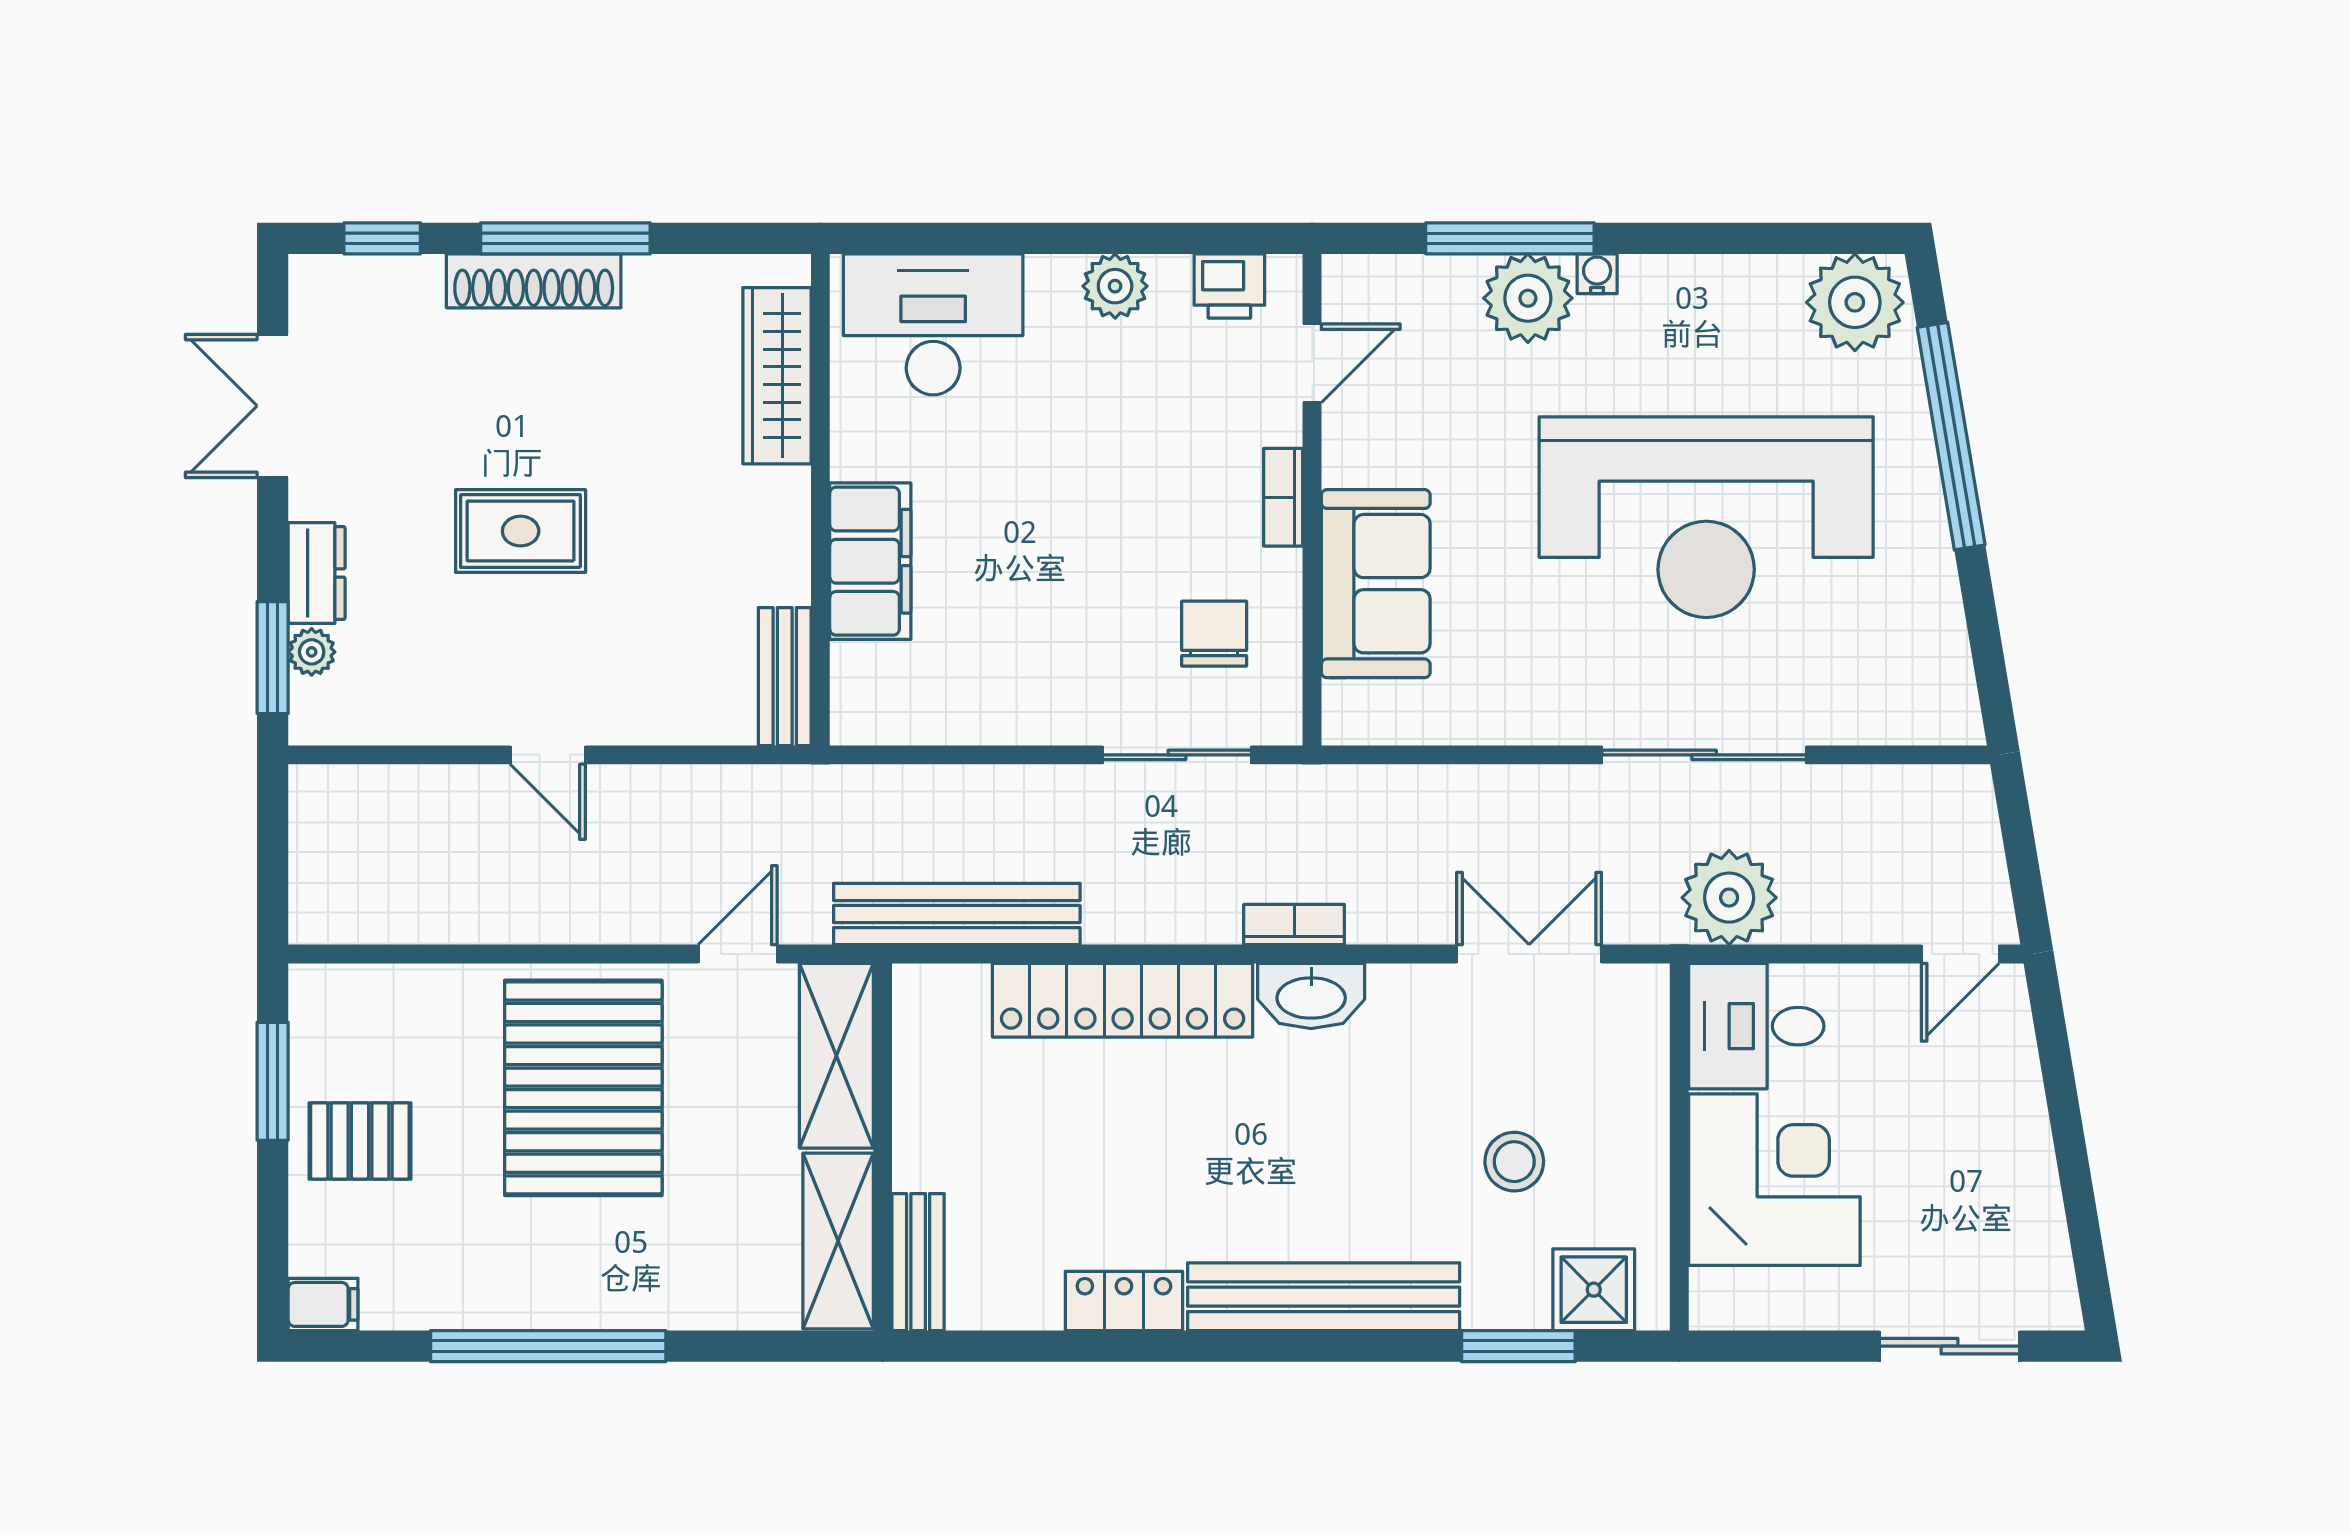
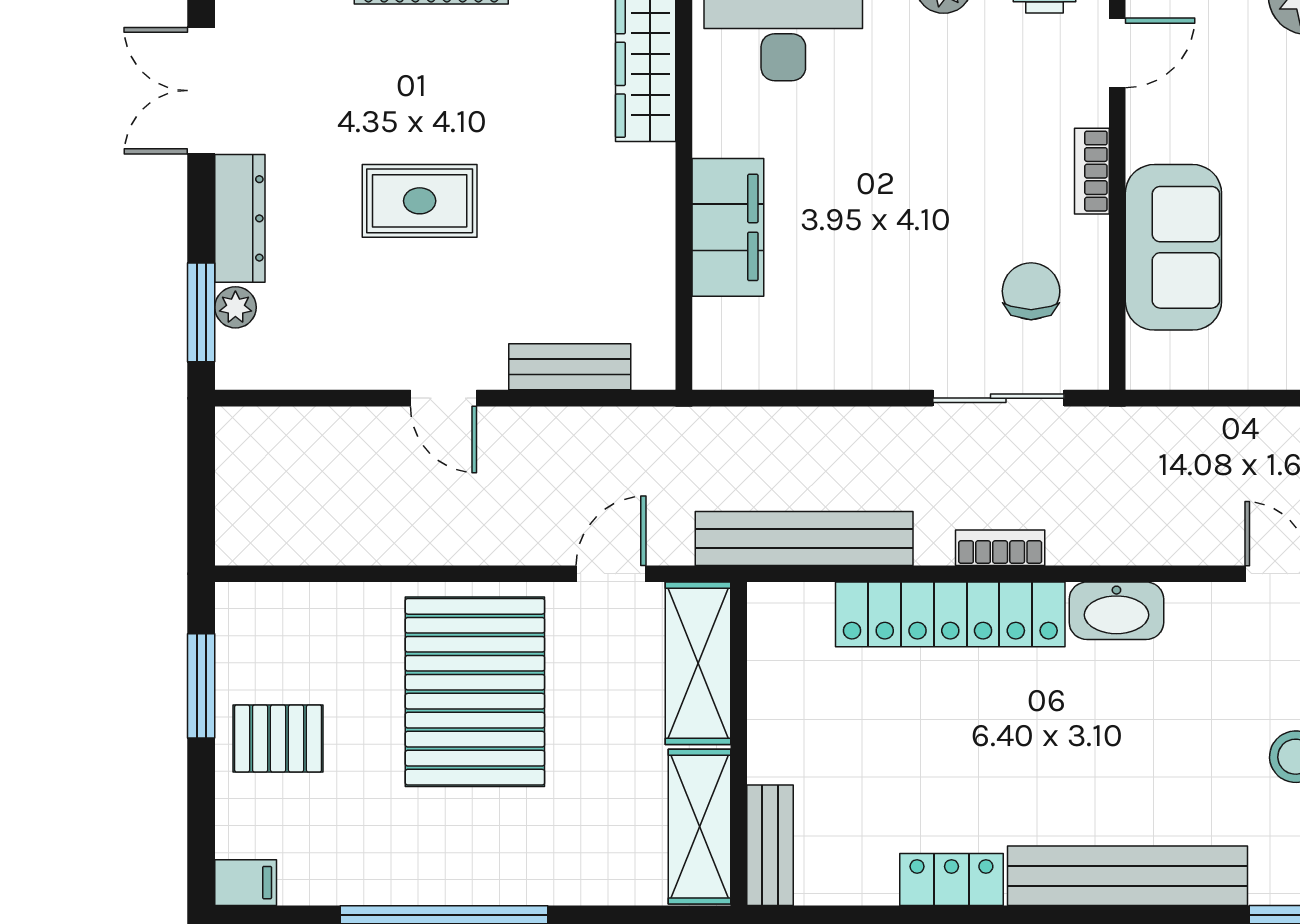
dresser: (317, 573) -> (240, 218), width x1.44
bench: (785, 677) -> (570, 367), moved, turned 90
bookcase: (1294, 925) -> (1000, 548), moved

